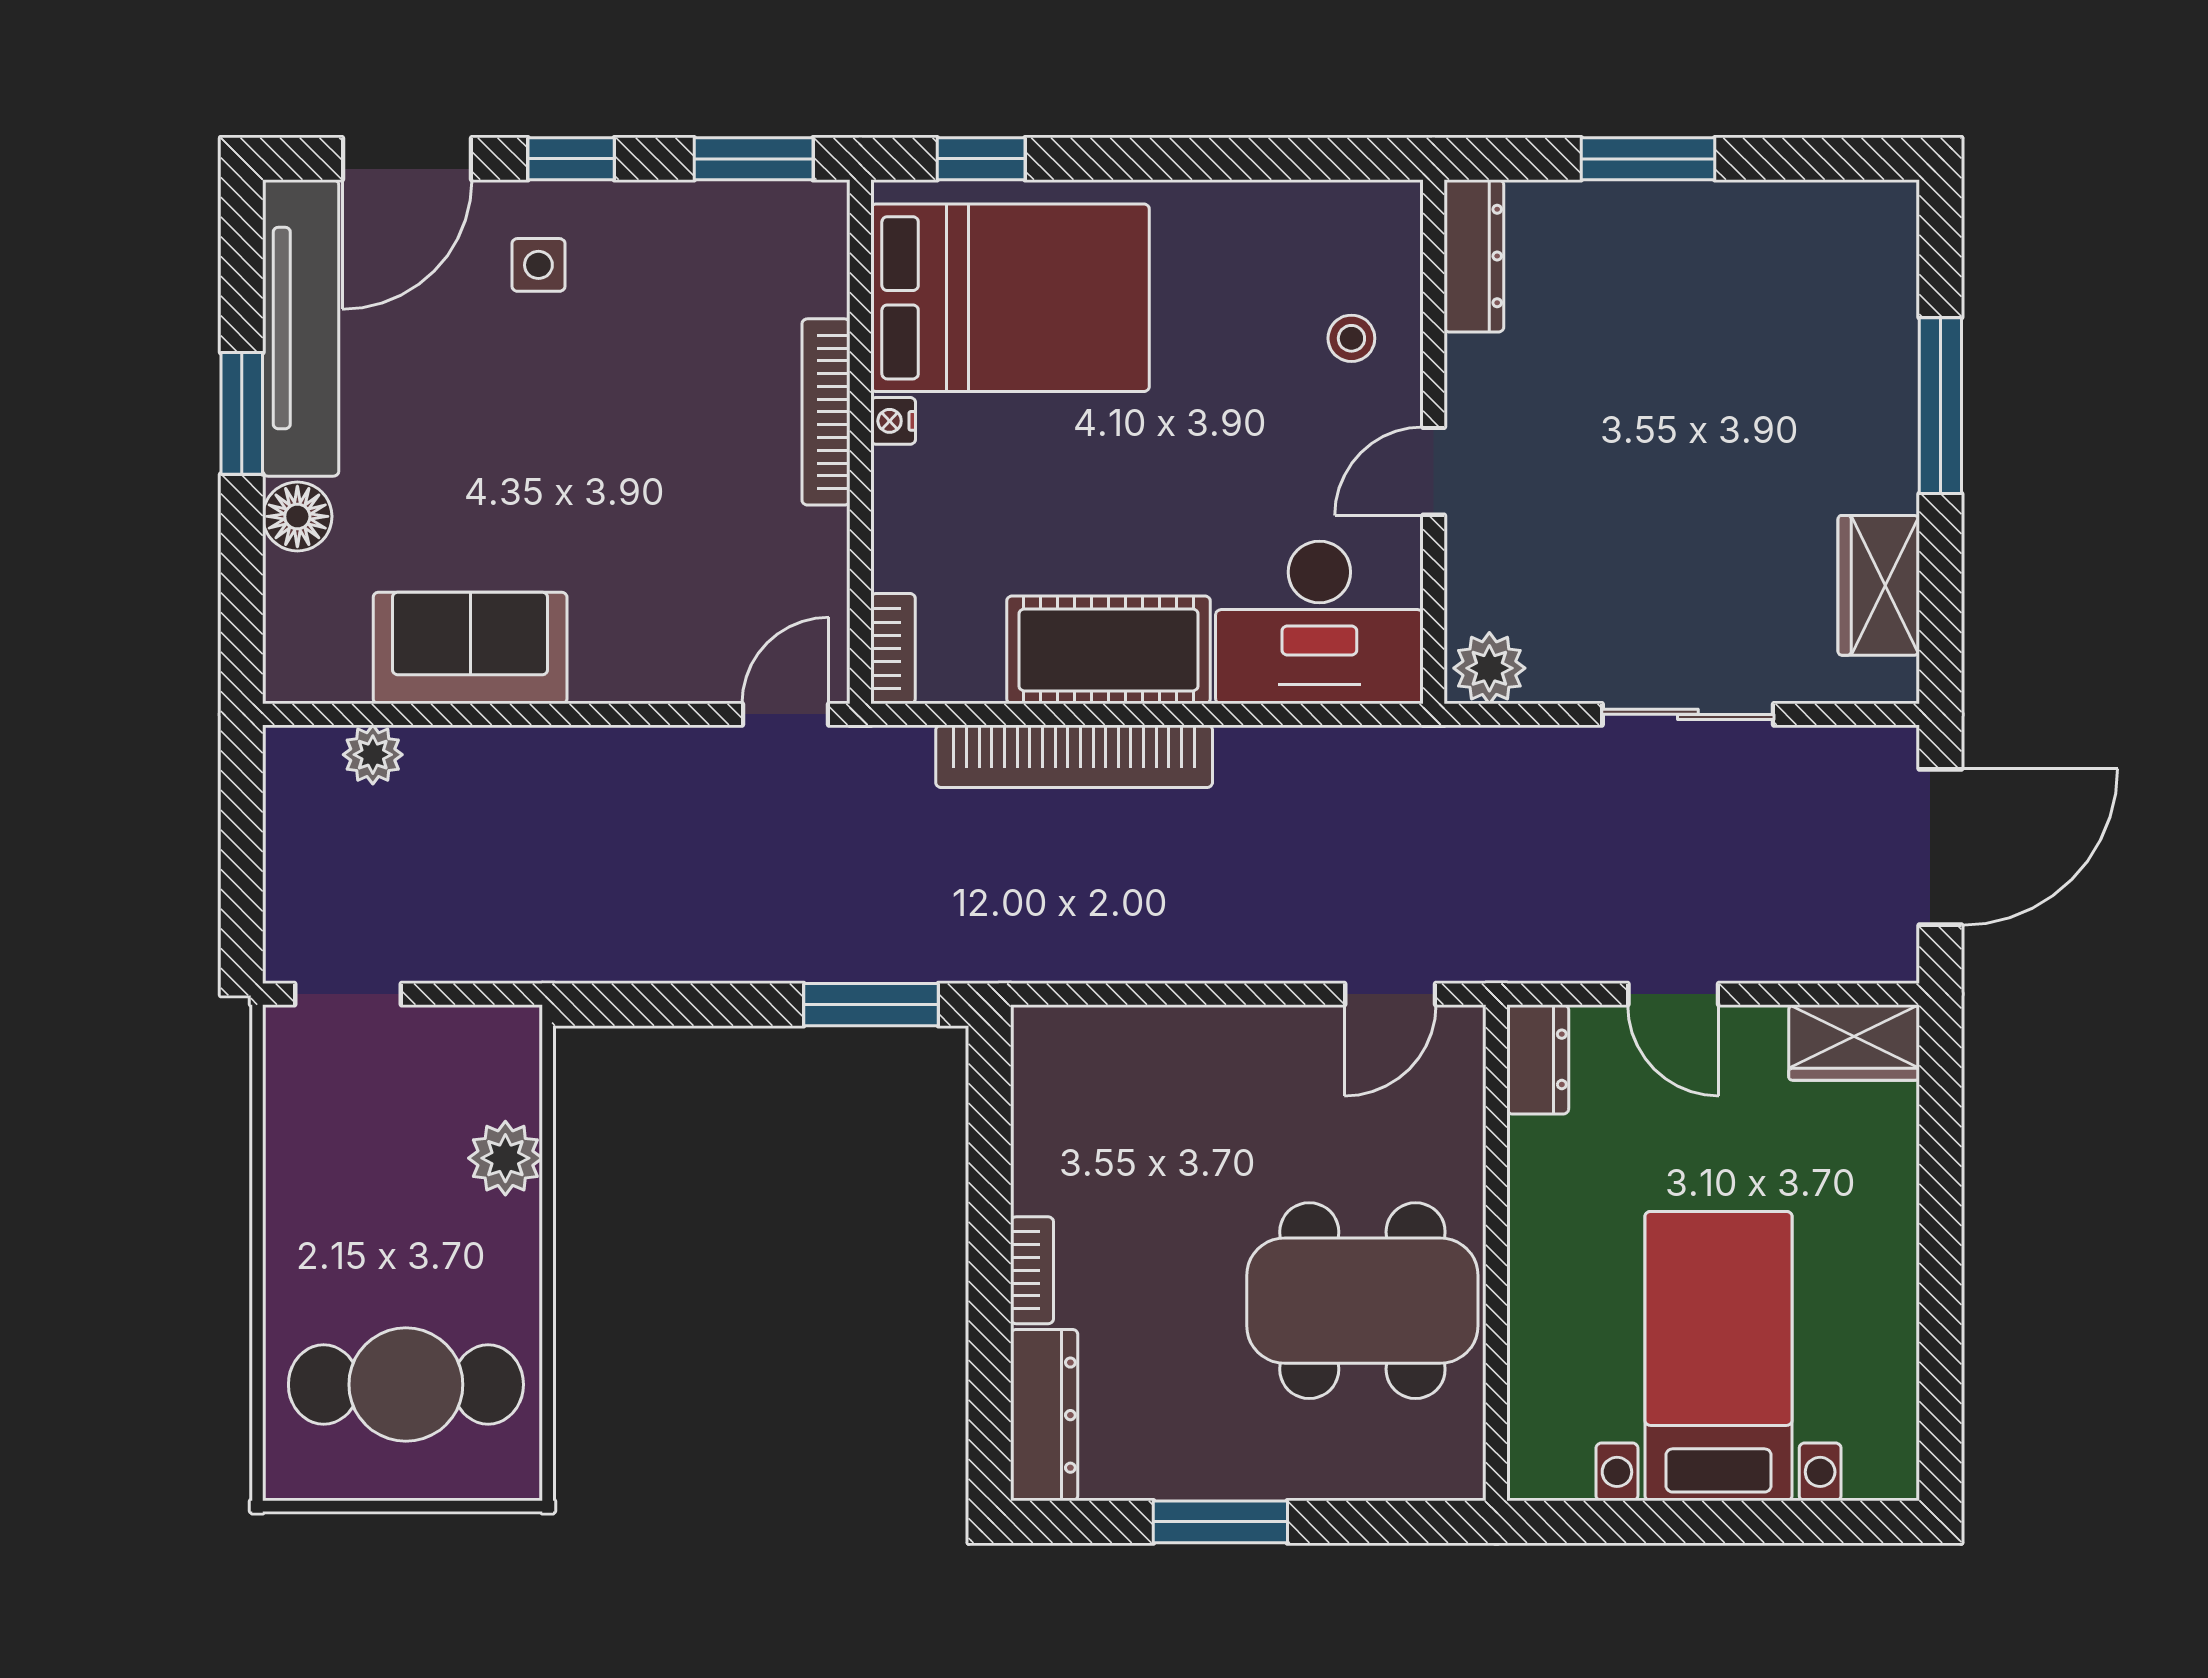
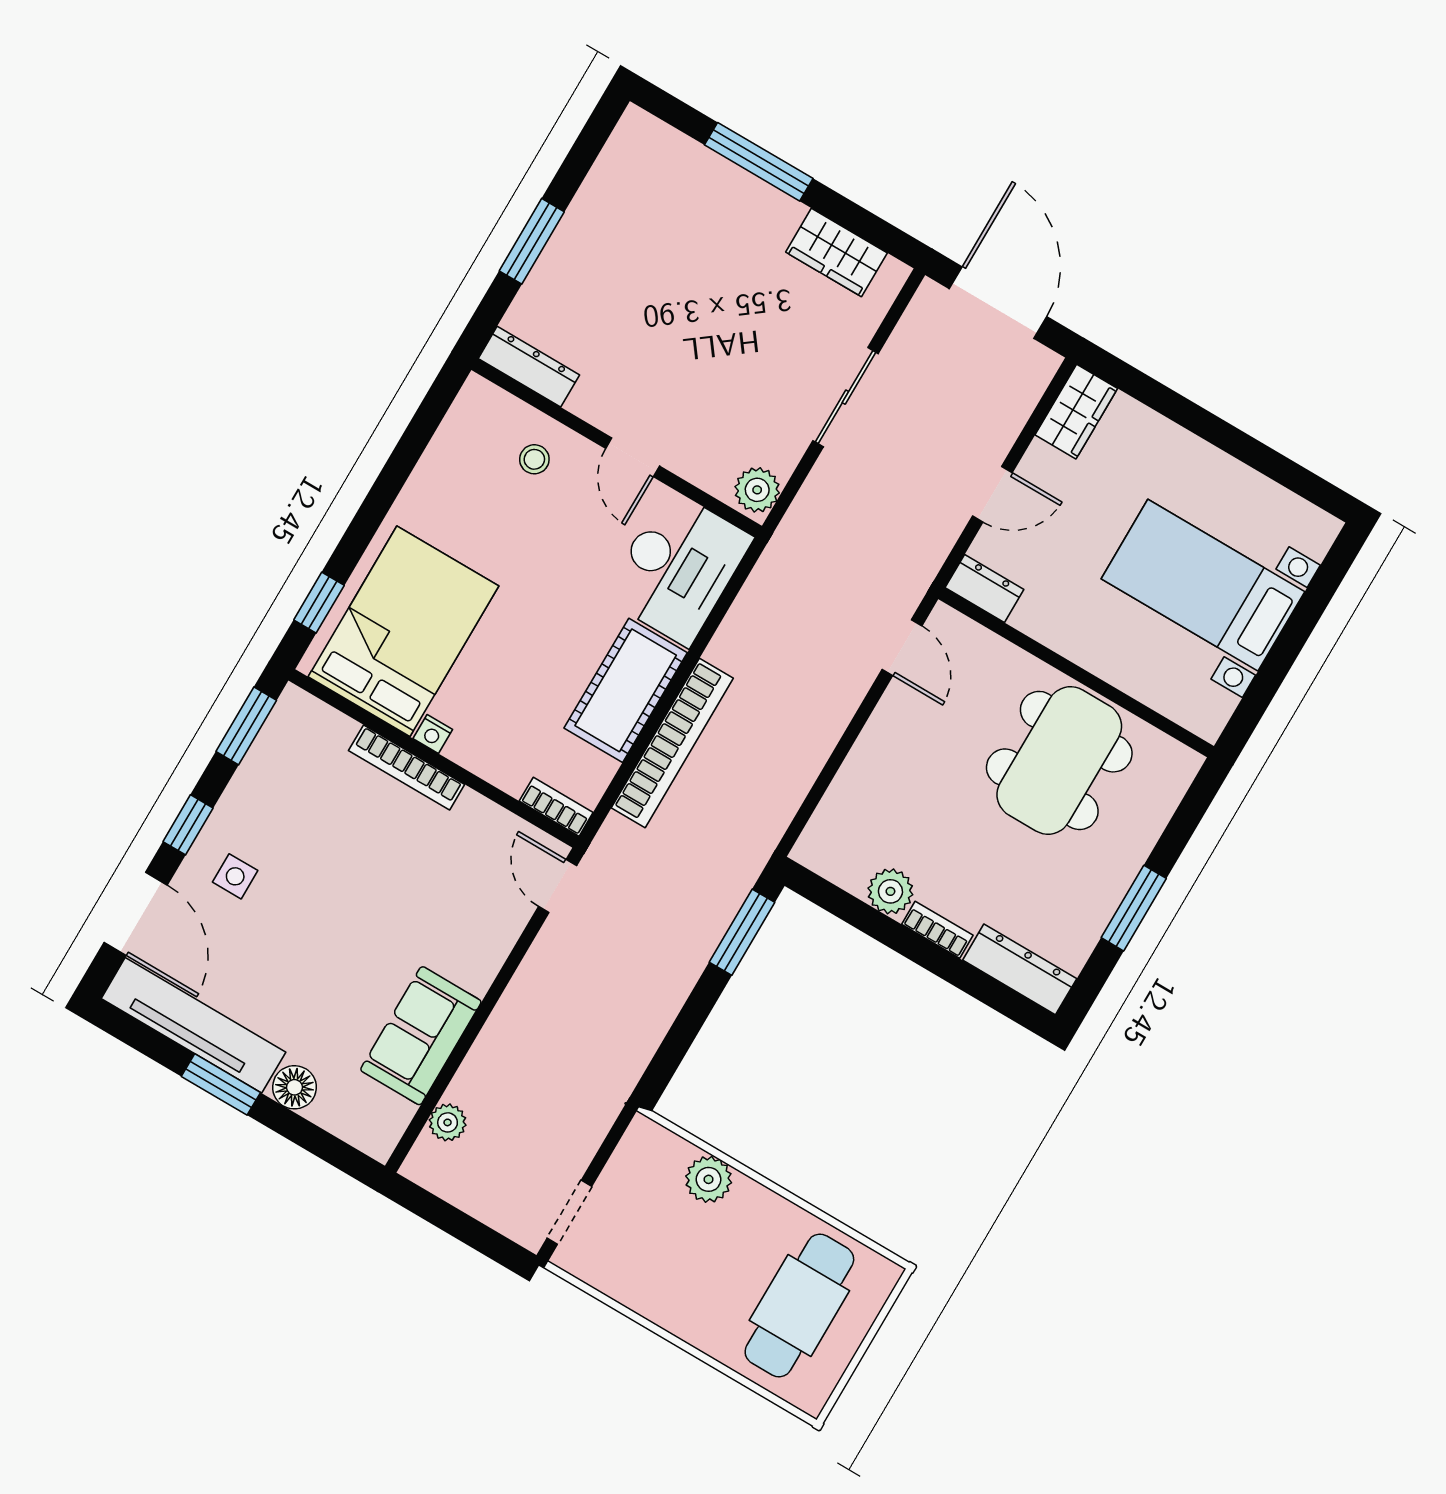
plant: (1047, 1175) -> (890, 891), added

